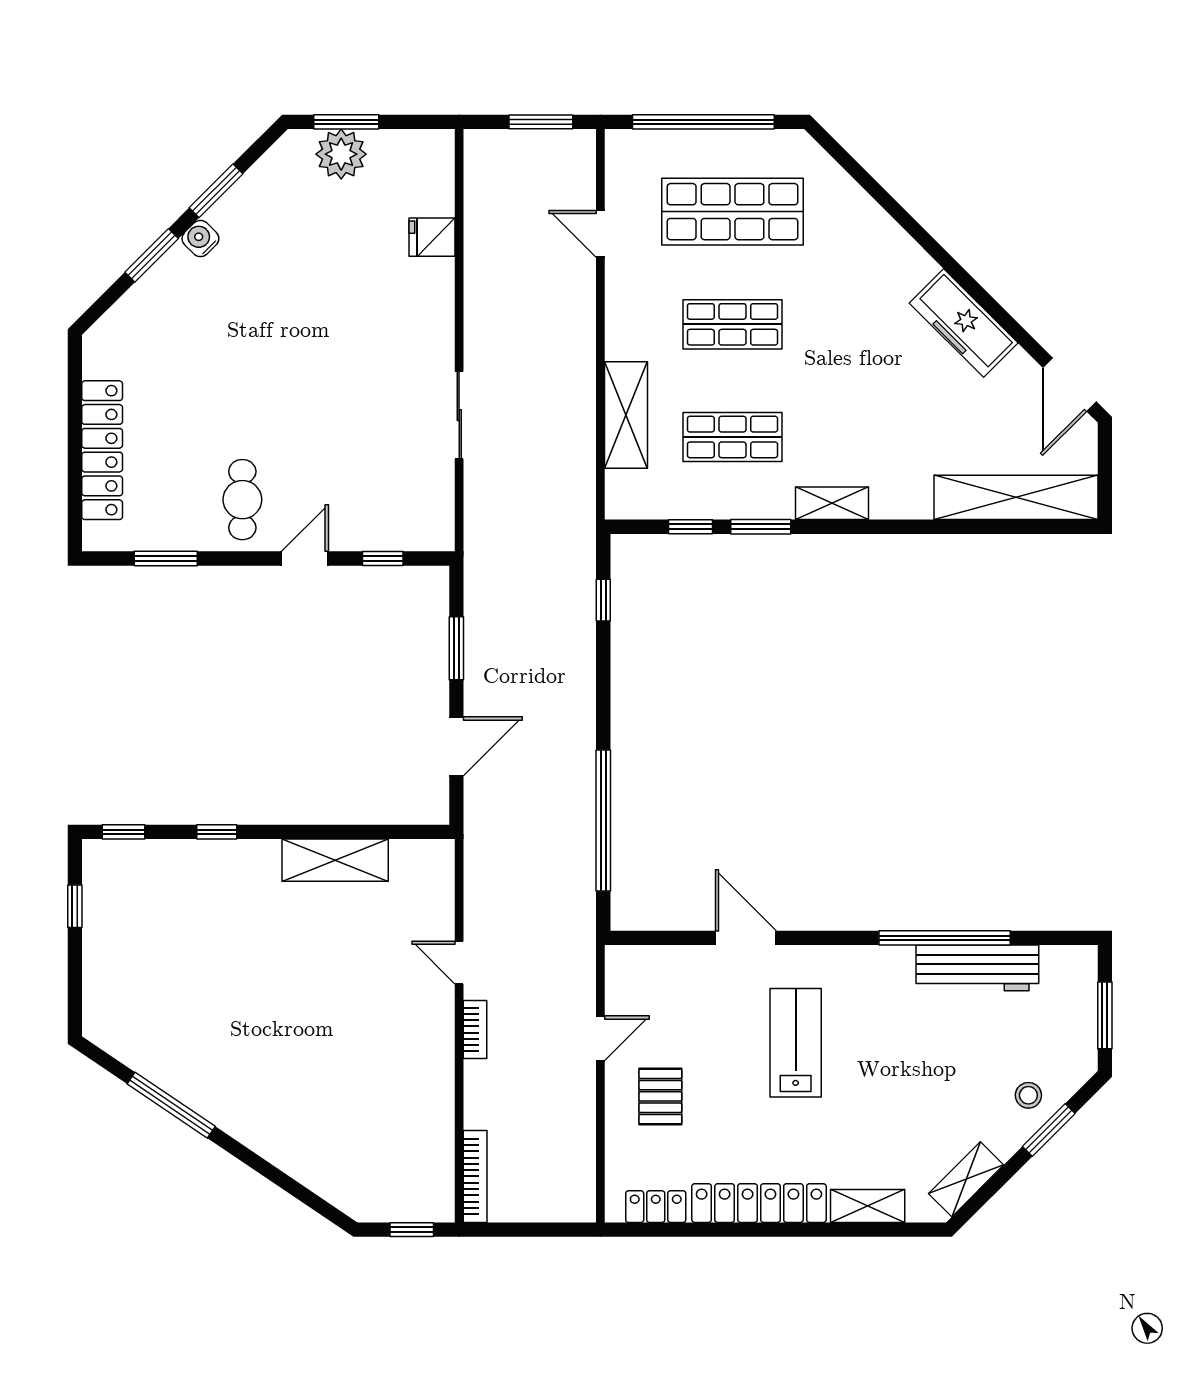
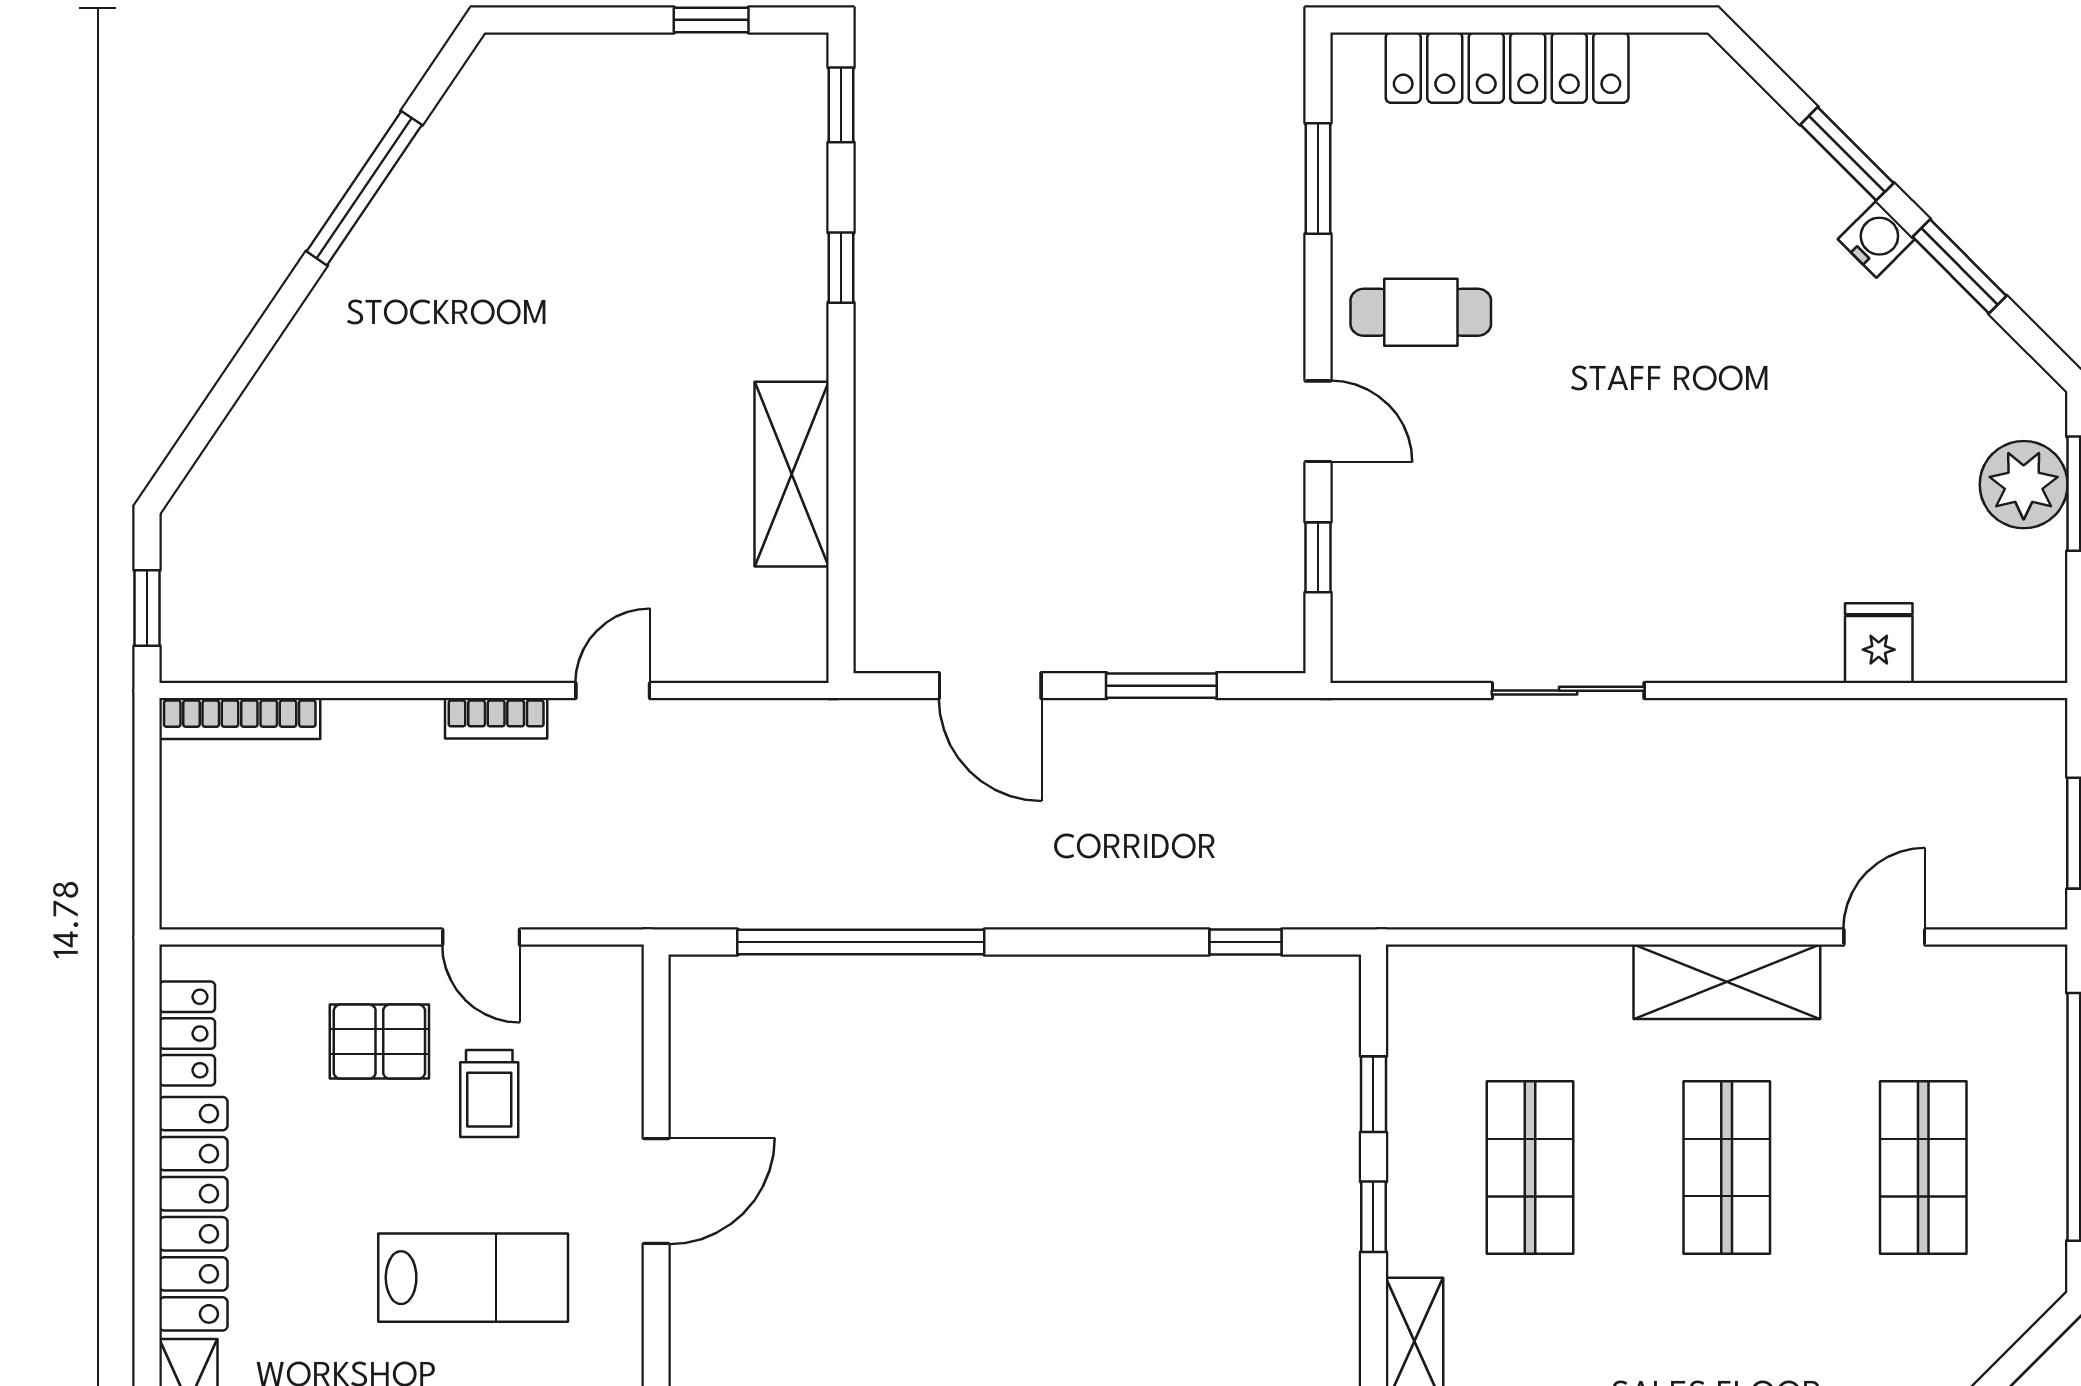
shop shelf: (732, 212) -> (1923, 1167), width x0.70, depth x0.74
shelving: (626, 415) -> (1727, 982), moved
window: (761, 527) -> (1373, 1217), width x0.67
trolley: (690, 1033) -> (489, 1093), added

